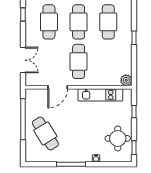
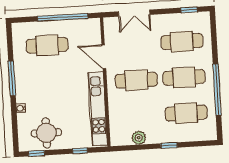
plant: (126, 80) -> (139, 138), moved
kitchen unit: (100, 95) -> (98, 109), width x1.36
cafe table: (45, 133) -> (47, 45), turned 32

